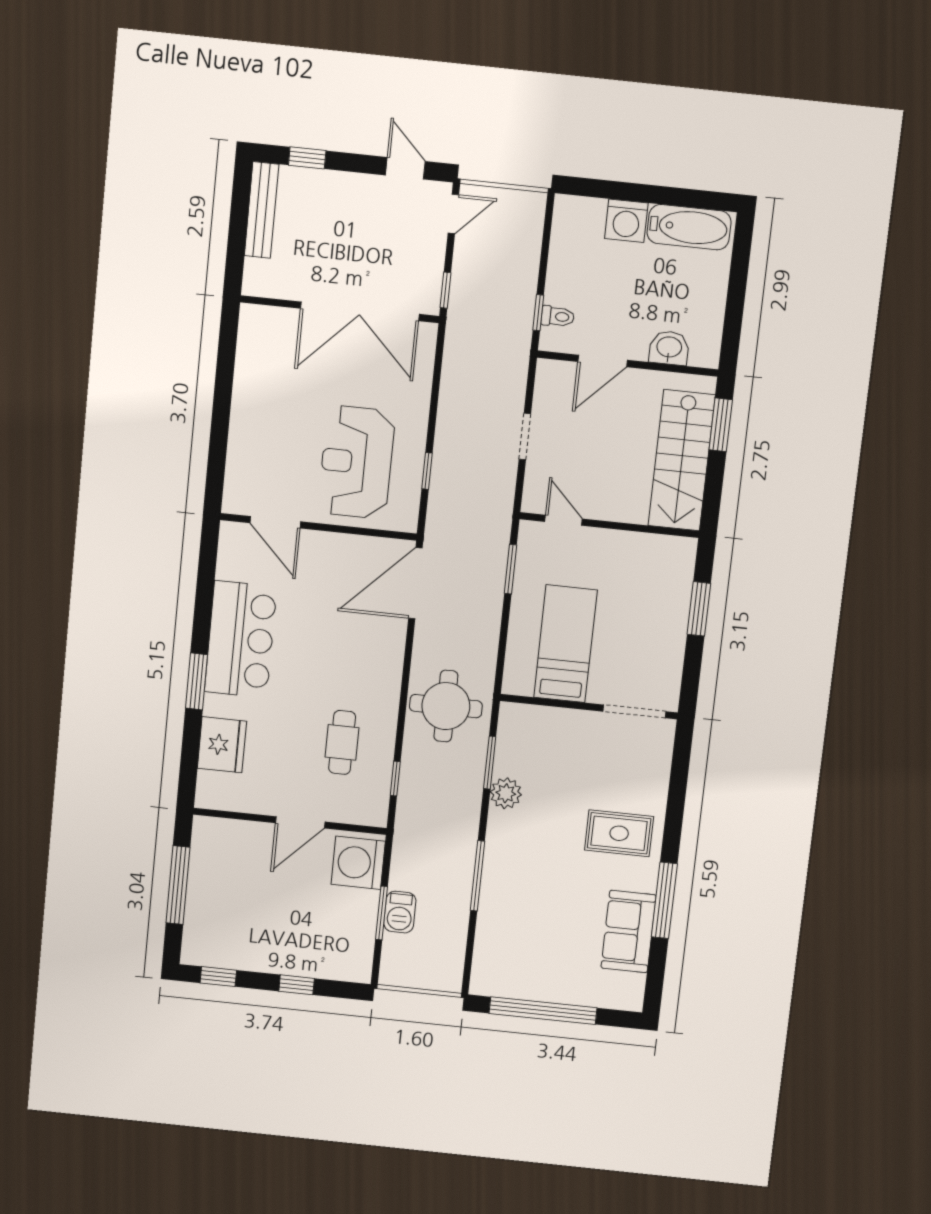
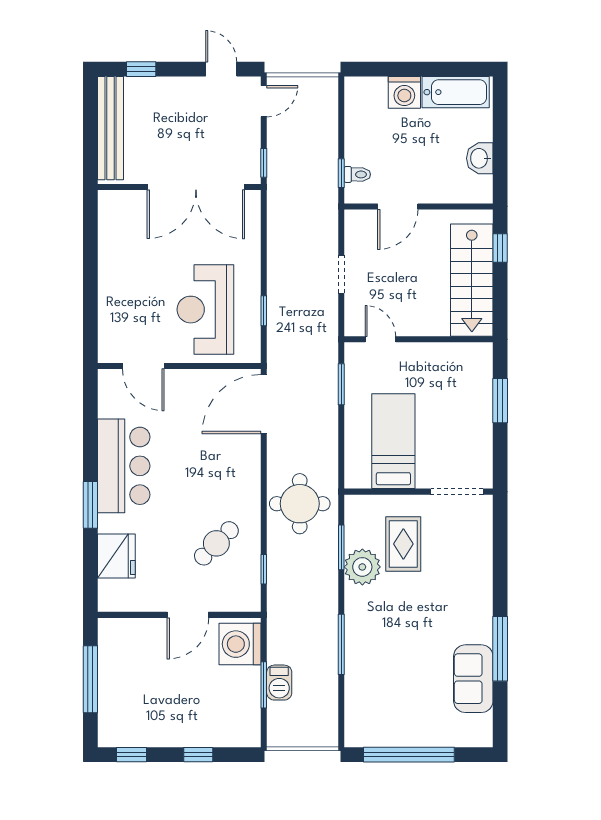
bench: (262, 210) -> (110, 128), width x1.37, depth x1.21
washbasin: (669, 348) -> (480, 158), moved, turned -90
window: (721, 425) -> (500, 248), width x0.67
cafe table: (342, 742) -> (216, 543), turned 45
plant: (506, 793) -> (362, 567), width x1.36, depth x1.36
rug: (619, 833) -> (403, 544), moved, turned 90

